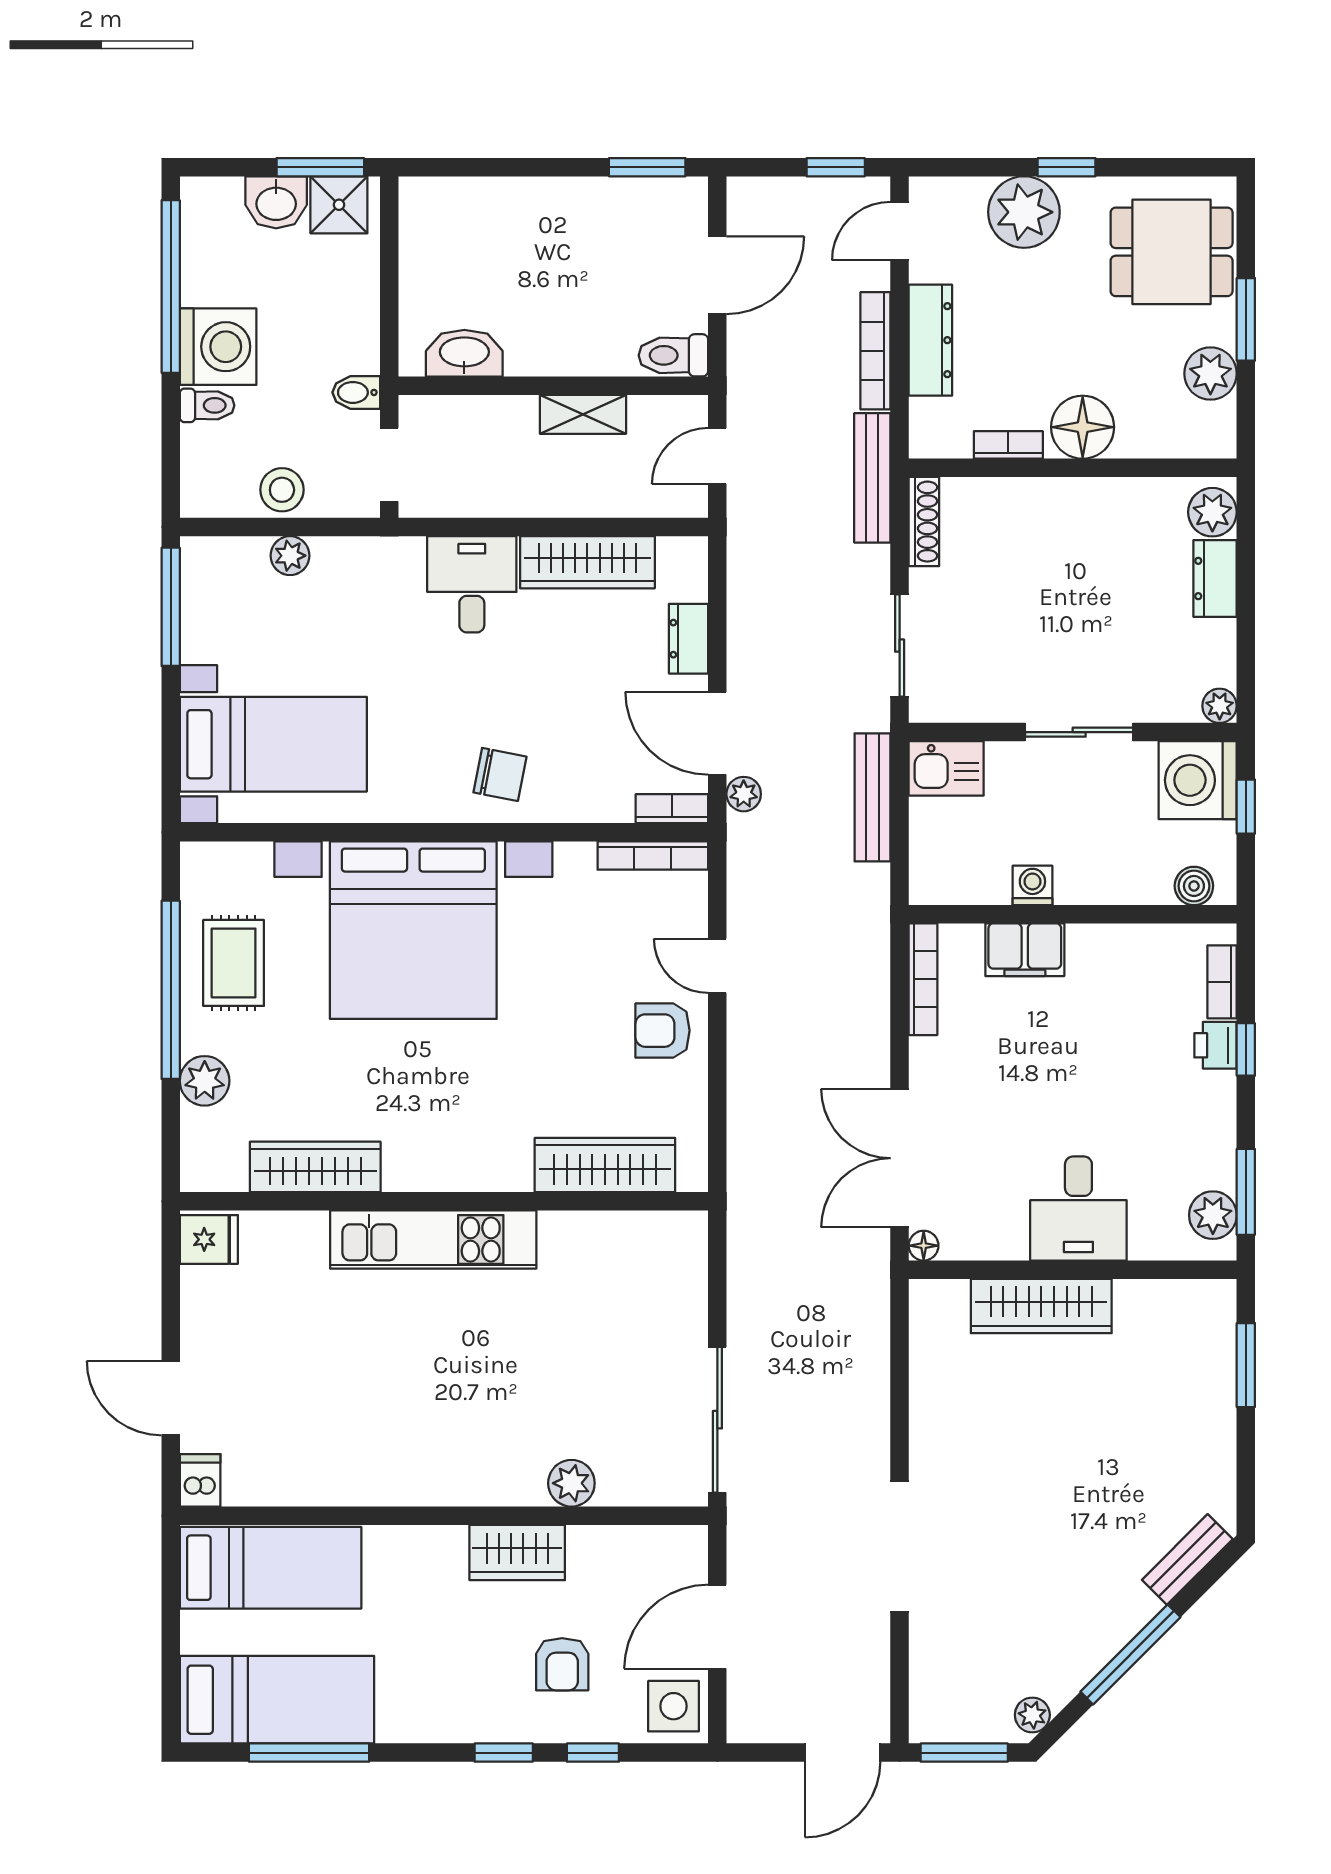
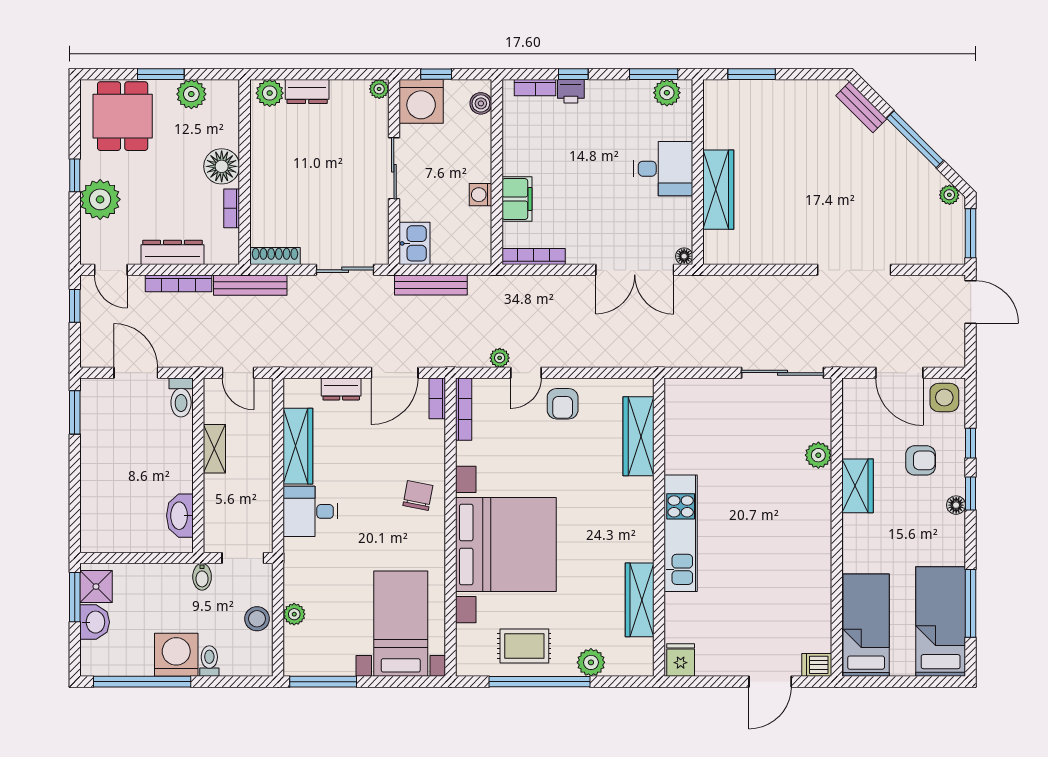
plant: (744, 794) -> (500, 358), moved
floor lamp: (483, 1727) -> (956, 505), added

